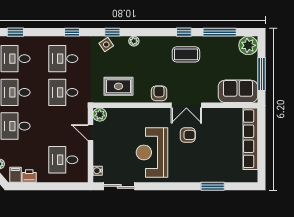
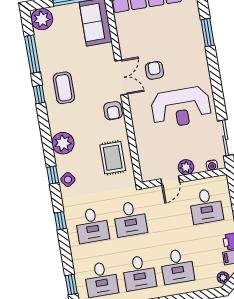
plant: (134, 41) -> (63, 143), width x1.88, depth x1.88
armchair: (159, 93) -> (113, 111), turned -90
plant: (100, 115) -> (186, 167), moved

